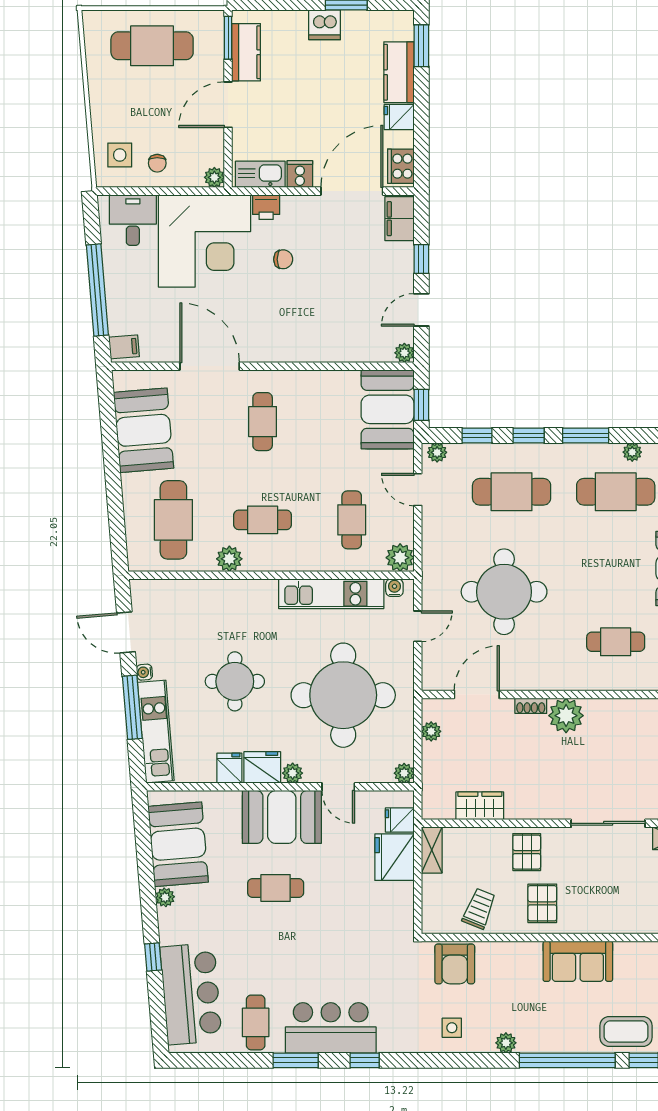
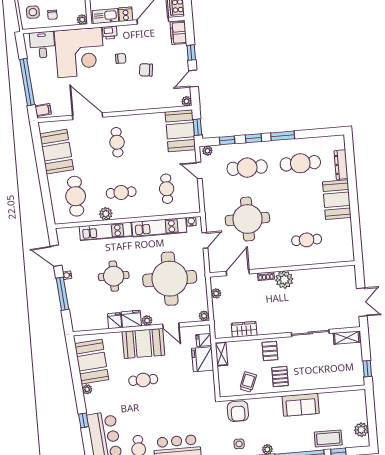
chair: (330, 286) -> (146, 70), added
plant: (632, 452) -> (307, 142), removed
plant: (400, 558) -> (193, 206), removed
kitchen unit: (156, 732) -> (106, 231), moved, turned 95

